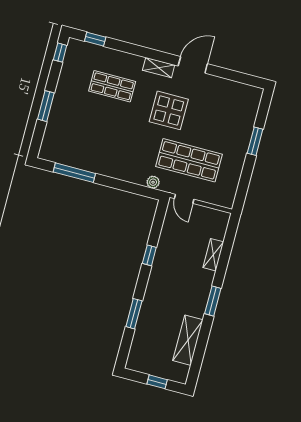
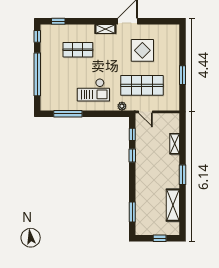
window: (46, 106) -> (37, 74), width x2.11
display table: (169, 110) -> (142, 50), moved
window: (255, 141) -> (182, 75), moved
checkout: (119, 149) -> (93, 90), added
window: (157, 226) -> (132, 134), added
window: (134, 314) -> (132, 212), moved

